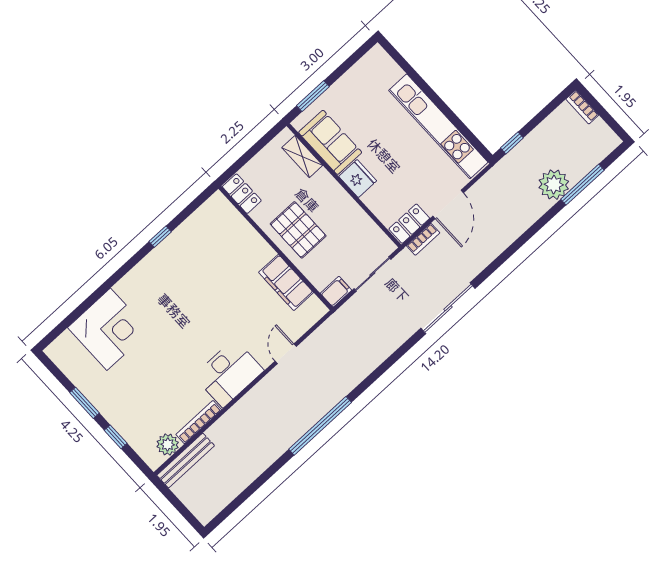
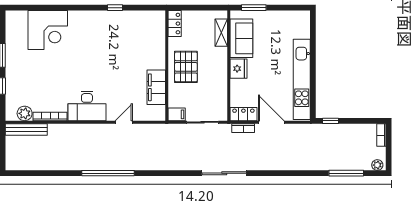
plant: (554, 185) -> (377, 165), moved, width x0.53, depth x0.53
door: (448, 204) -> (271, 122), swing flipped

